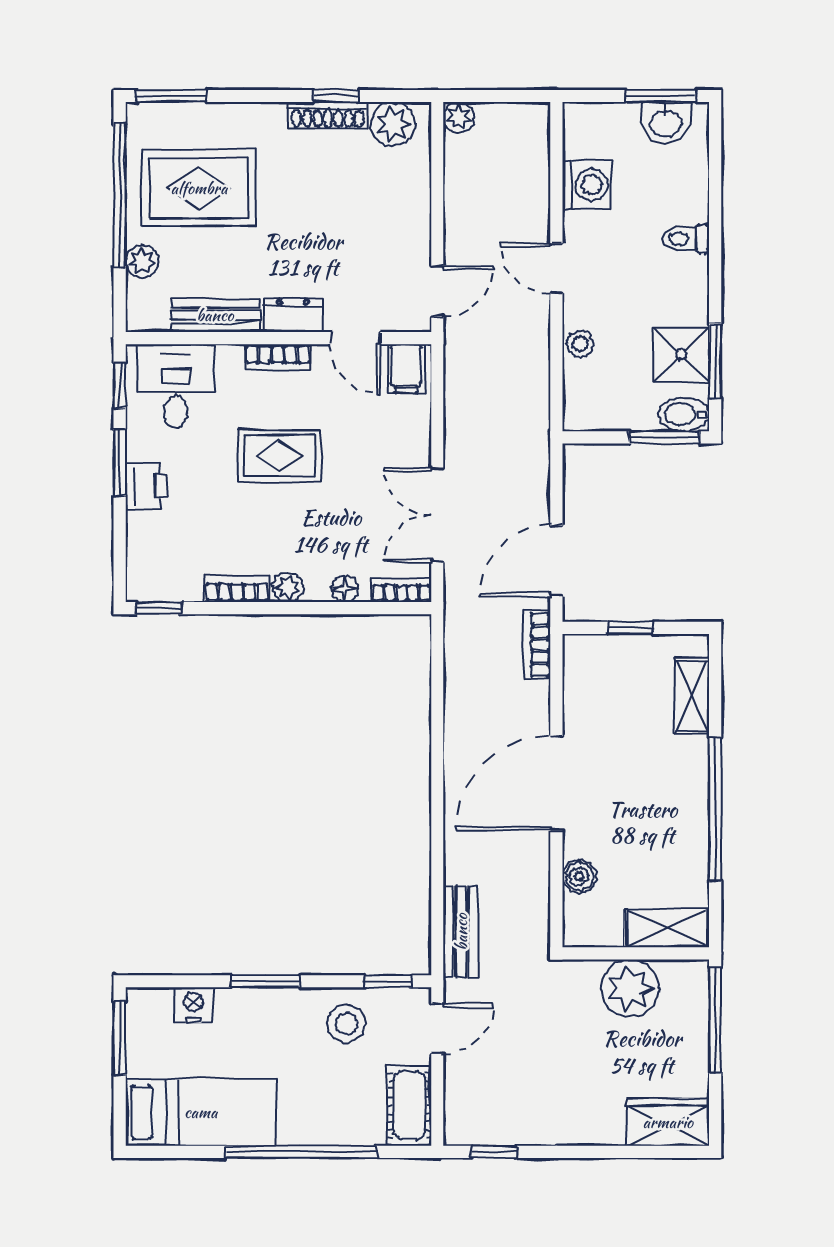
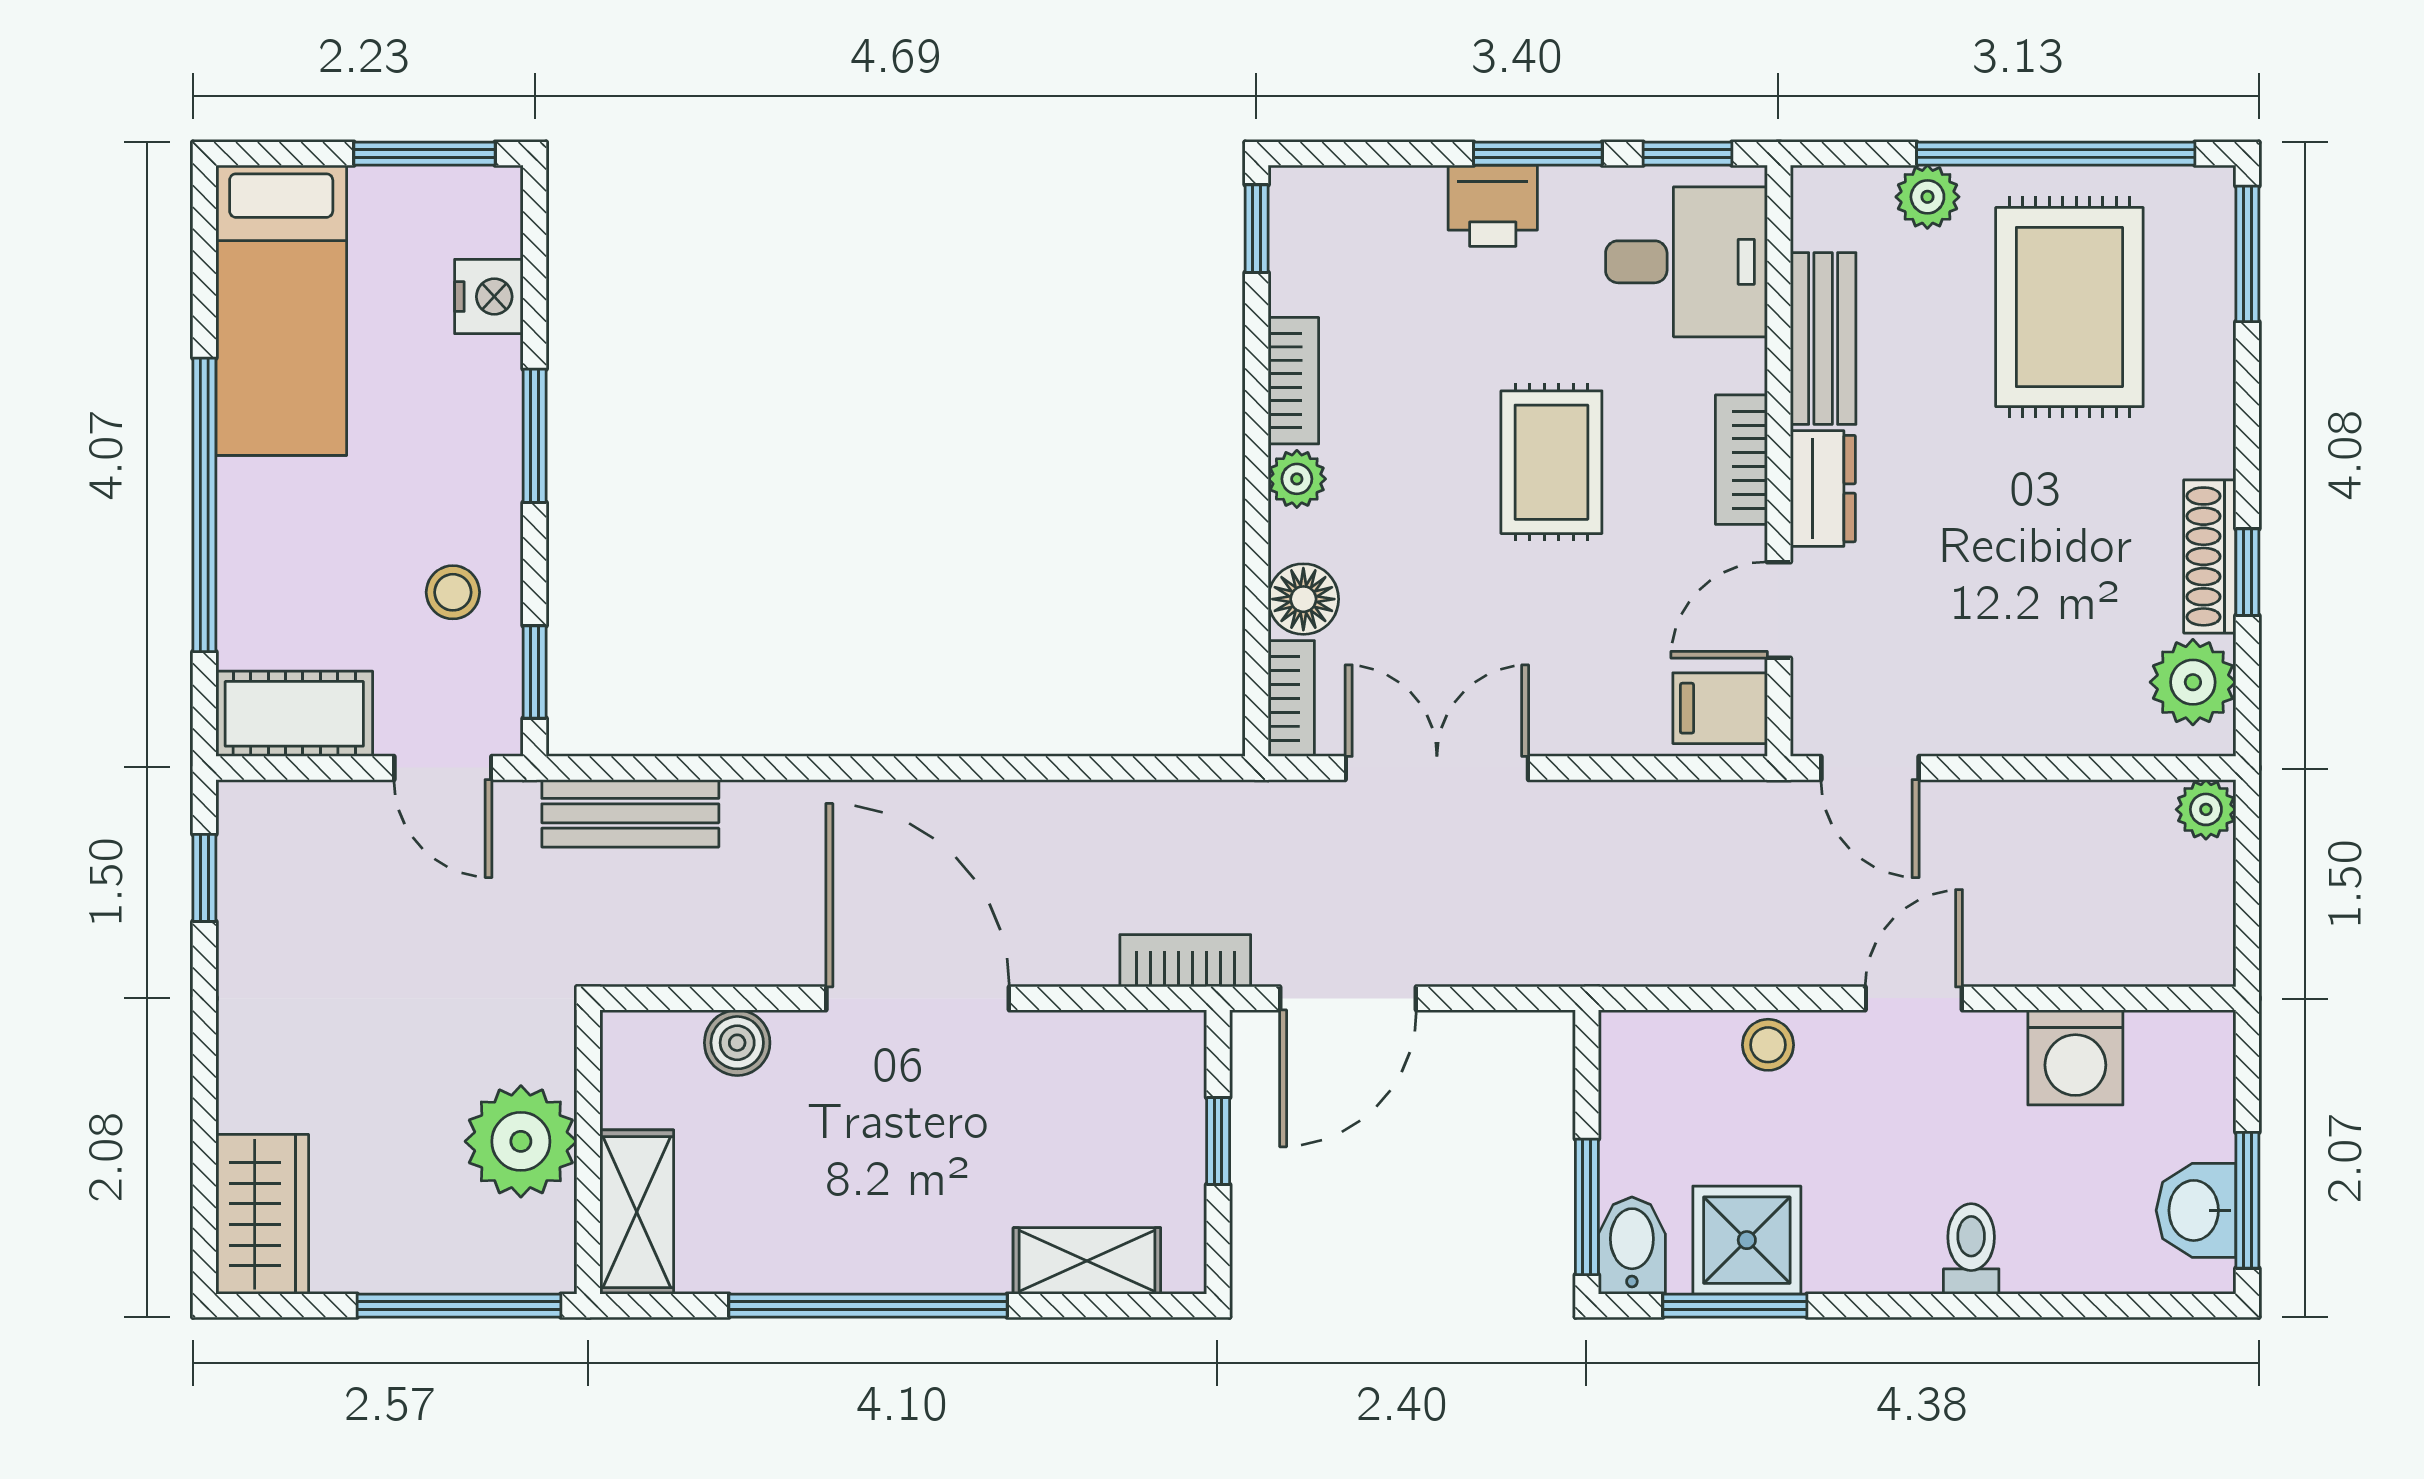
door: (556, 561) -> (1348, 998), swing flipped
floor lamp: (345, 589) -> (1303, 599), width x1.37, depth x1.37
stool: (346, 1023) -> (453, 592), width x0.73, depth x0.73

